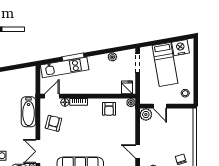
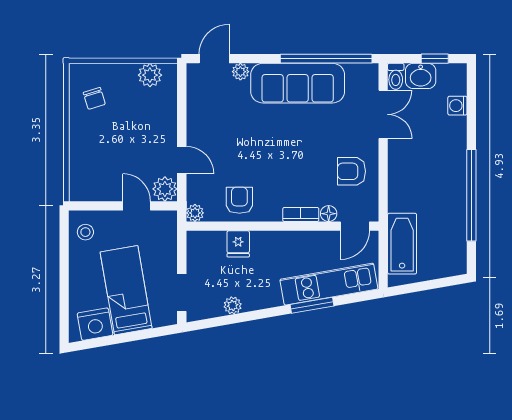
fridge: (127, 87) -> (238, 244), moved
bathtub: (29, 112) -> (402, 244), moved
armchair: (54, 123) -> (352, 171), turned 76
door: (138, 151) -> (182, 160), moved

